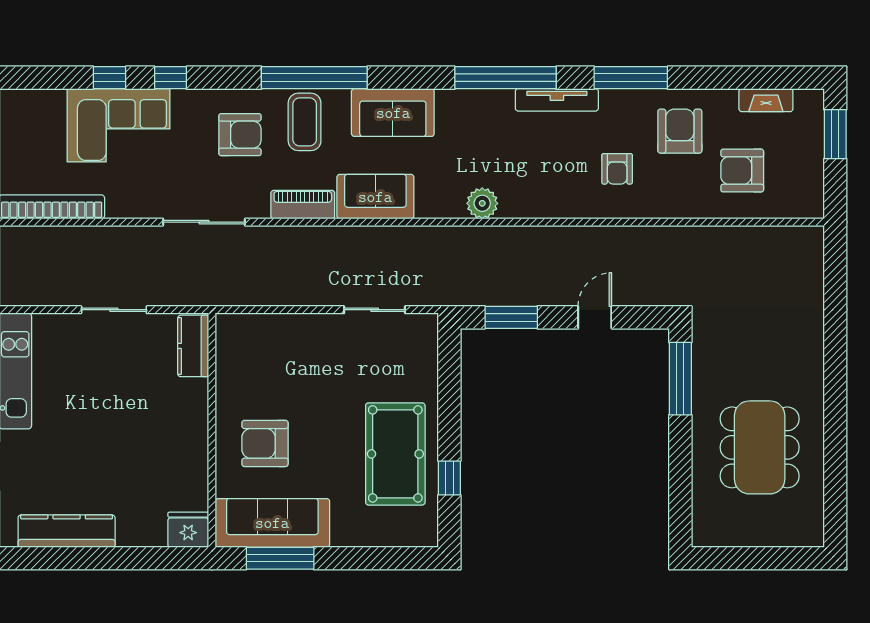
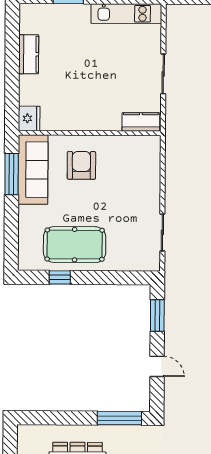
kitchen counter: (67, 531) -> (29, 54), width x0.67

